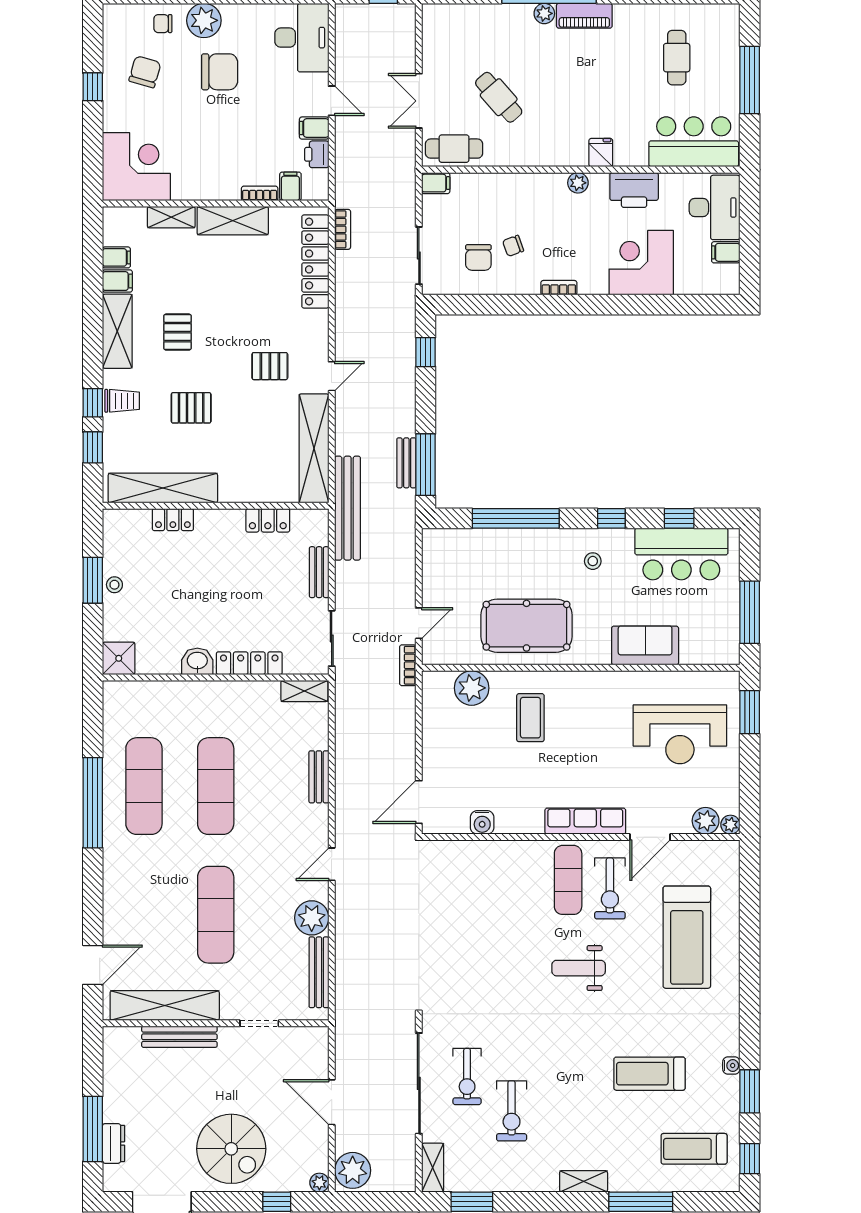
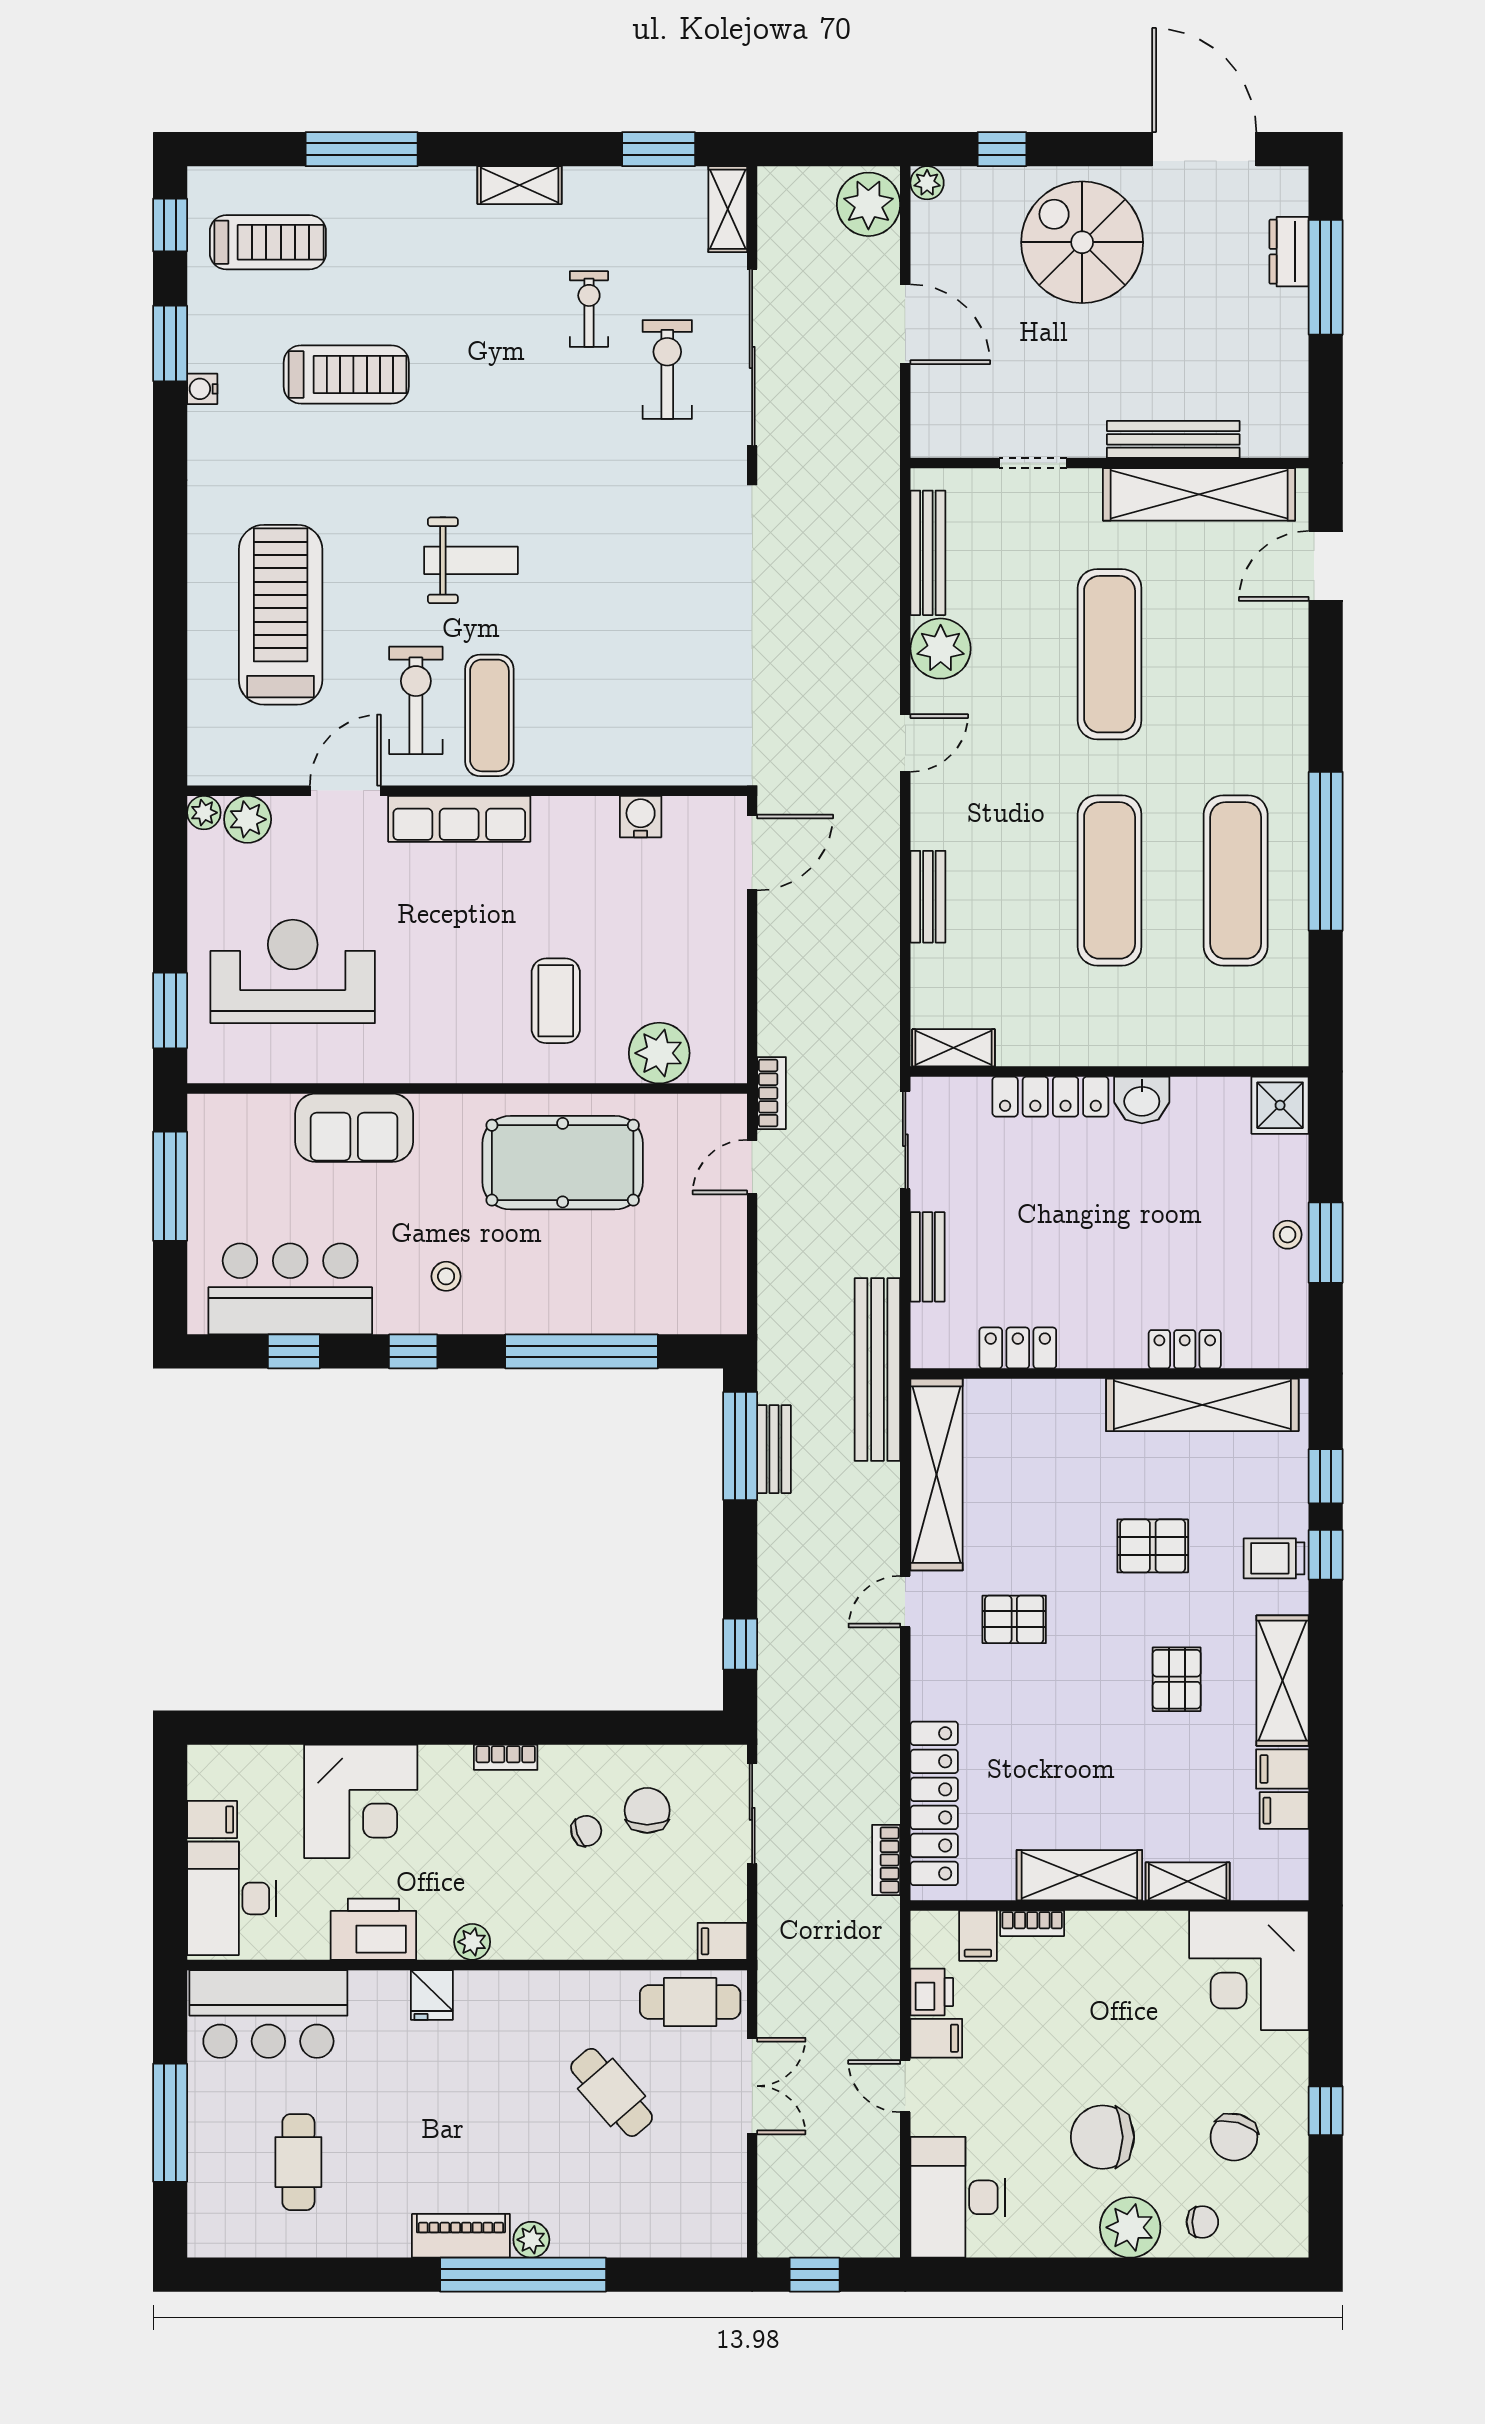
exercise bike: (512, 1111) -> (589, 309), width x0.73, depth x0.72
shelving: (584, 1181) -> (520, 185), moved

